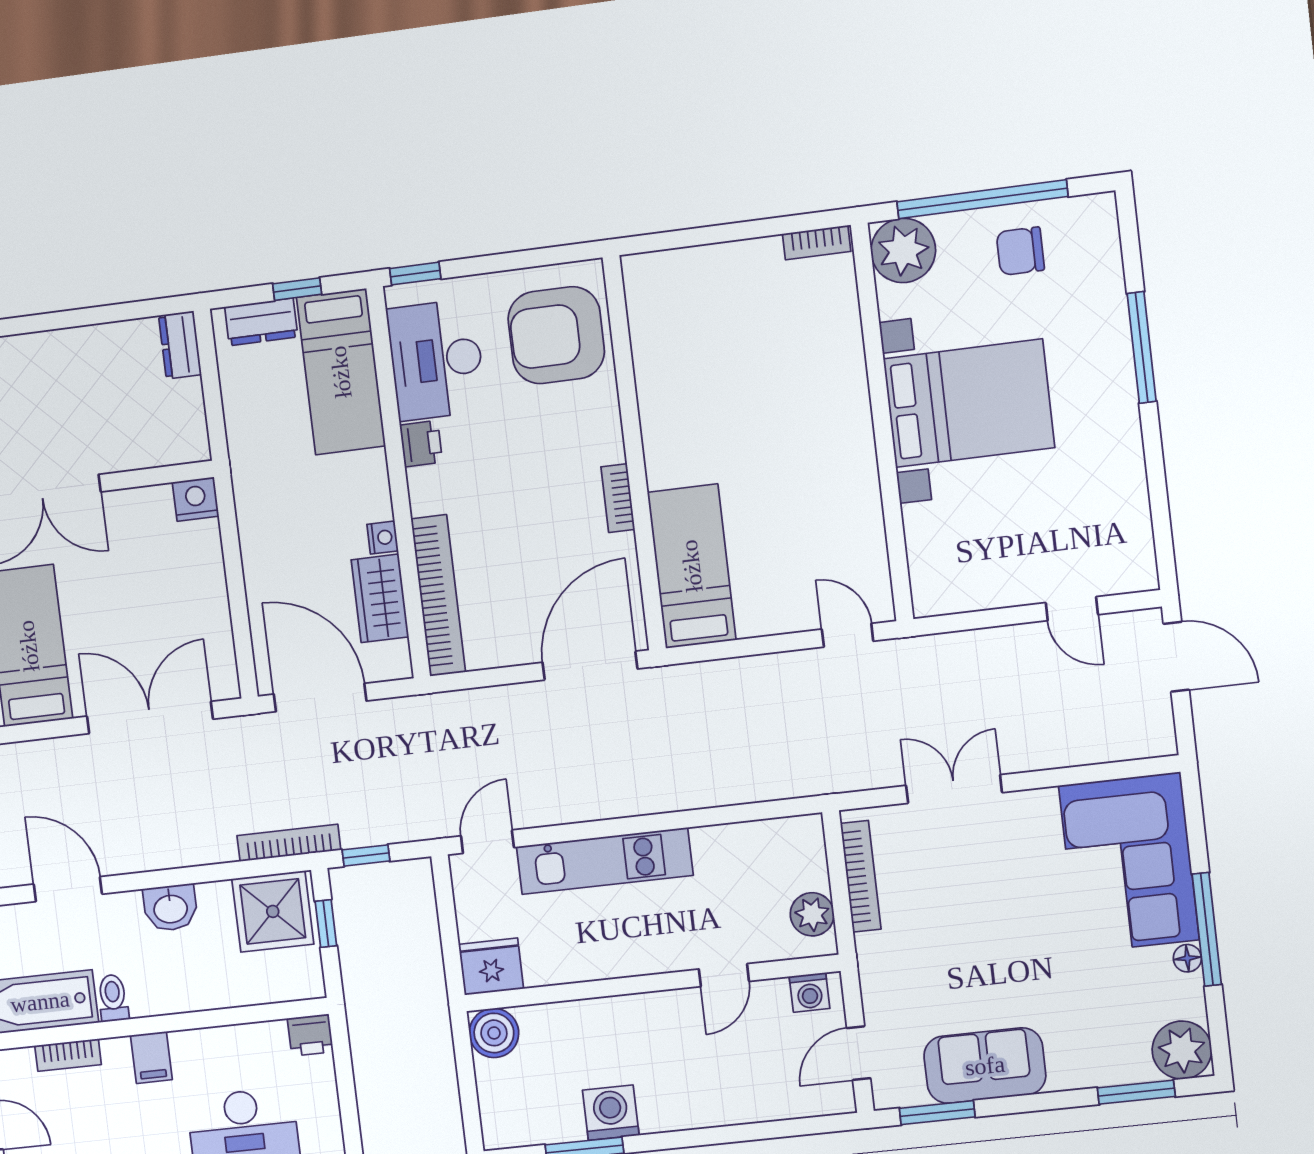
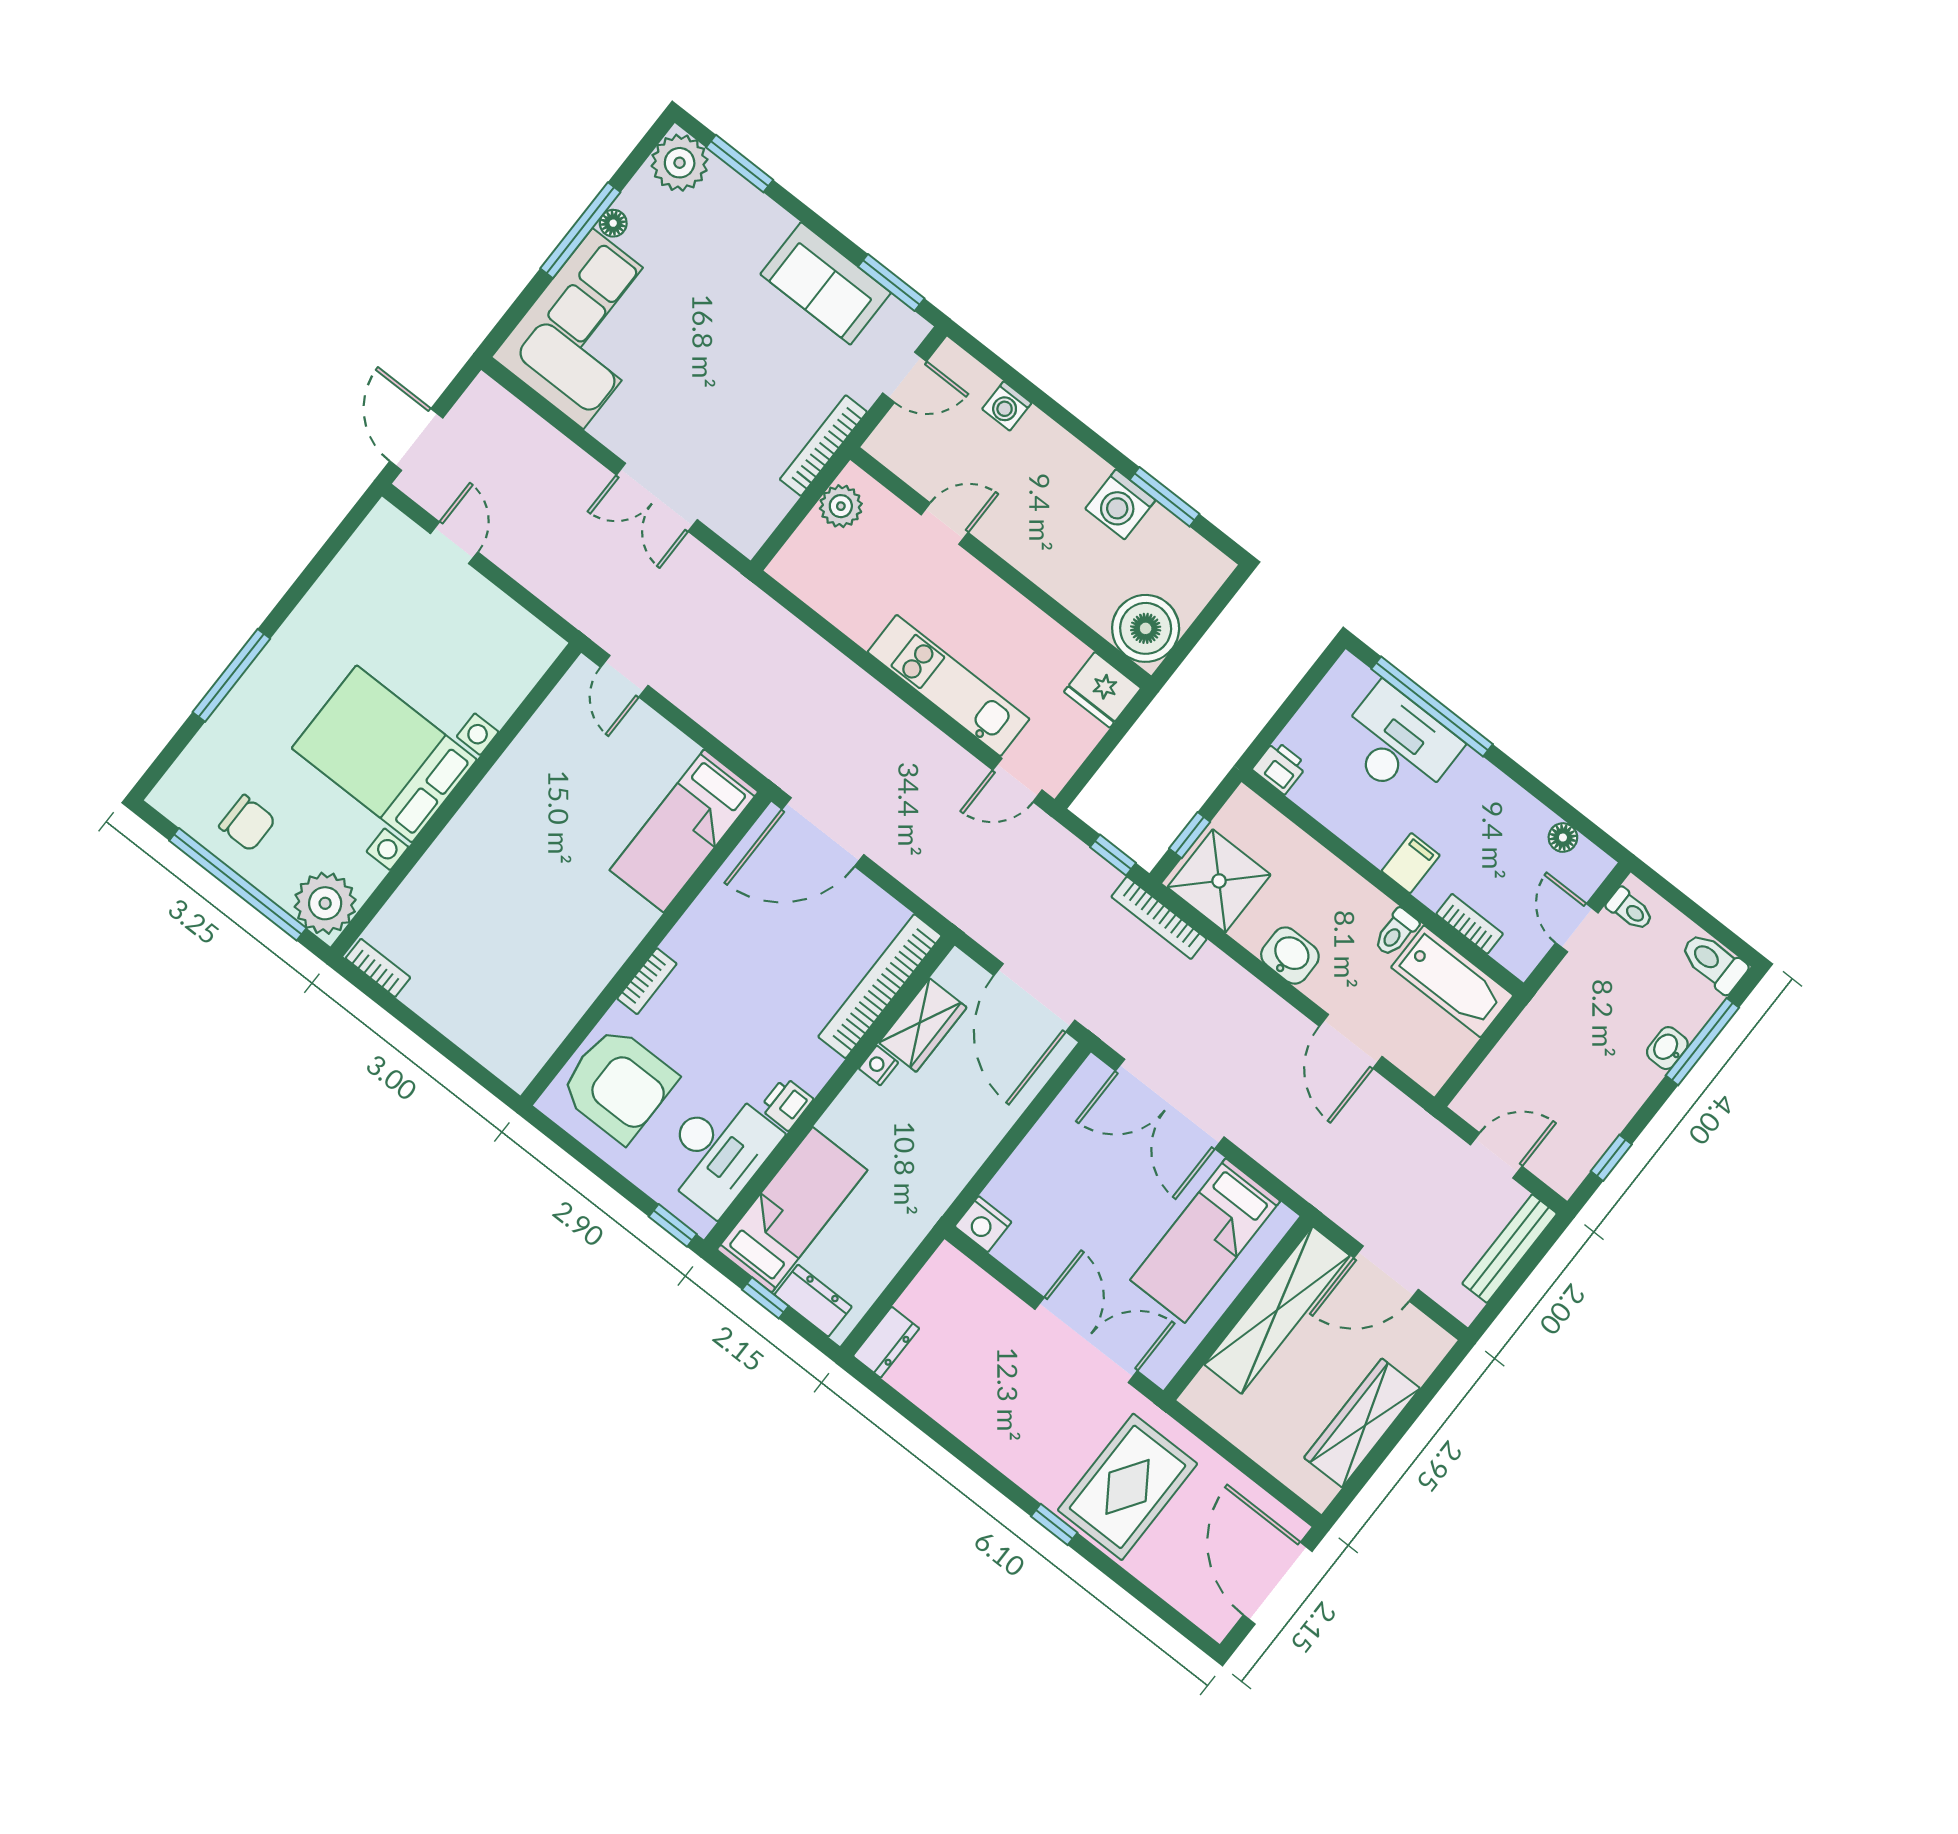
bookcase: (618, 498) -> (647, 981), moved
bookcase: (861, 876) -> (823, 446), moved
washing machine: (810, 992) -> (1007, 406), moved, turned 180
boiler: (494, 1033) -> (1146, 628), width x1.37, depth x1.37

